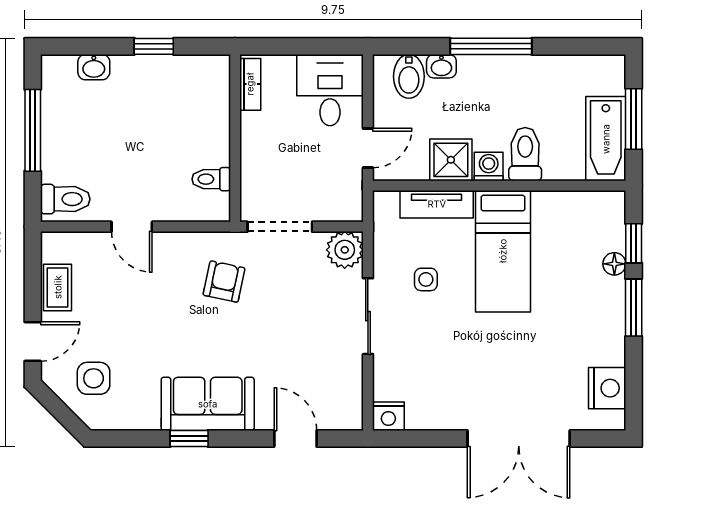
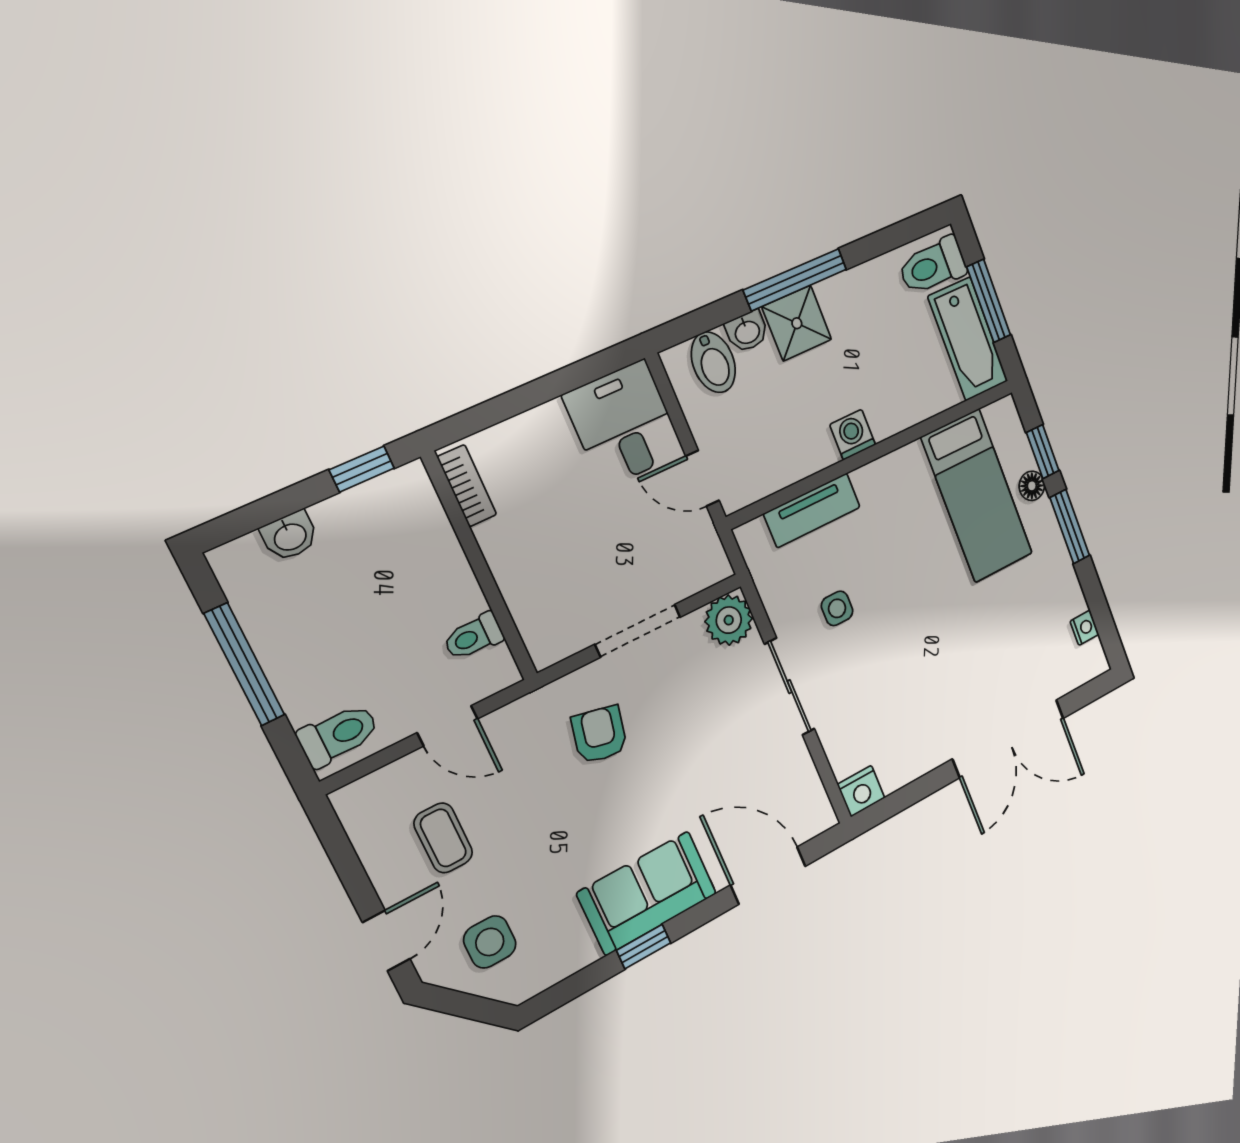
bookcase: (250, 84) -> (467, 486), moved
wall: (235, 138) -> (480, 567), moved
door: (368, 148) -> (702, 478), swing flipped
toilet: (525, 154) -> (933, 266), moved, turned -90
shower: (451, 160) -> (797, 323), moved
toilet: (211, 179) -> (474, 637), moved
bed: (503, 251) -> (977, 496), moved
coffee table: (58, 287) -> (443, 838), moved
nightstand: (607, 388) -> (1084, 628), width x0.53, depth x0.56
door: (295, 439) -> (768, 876), width x1.38

